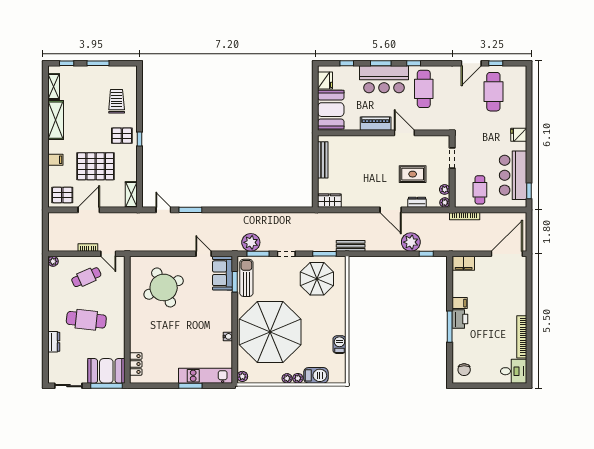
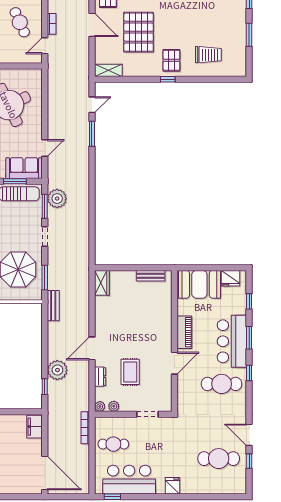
bench: (323, 160) -> (151, 276), width x0.73

